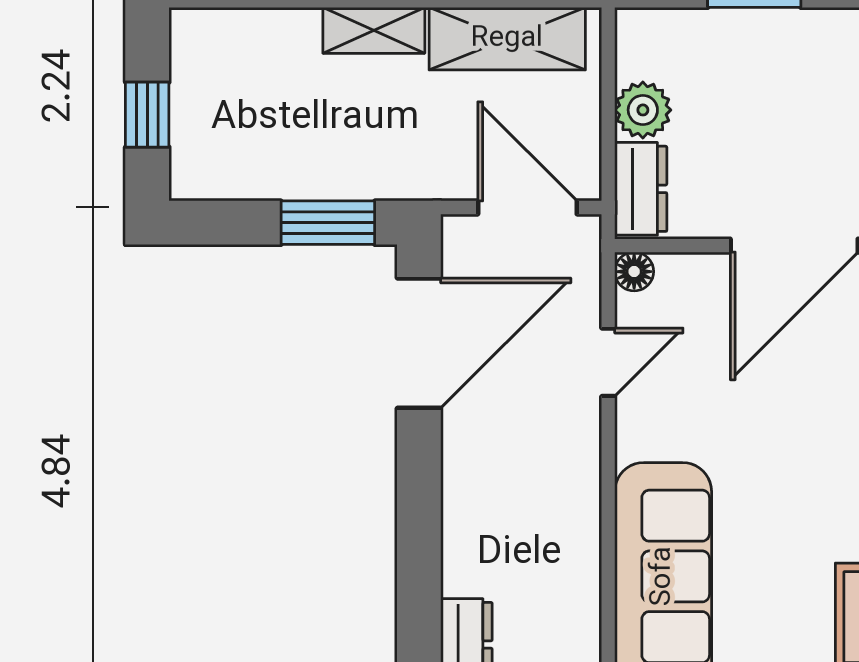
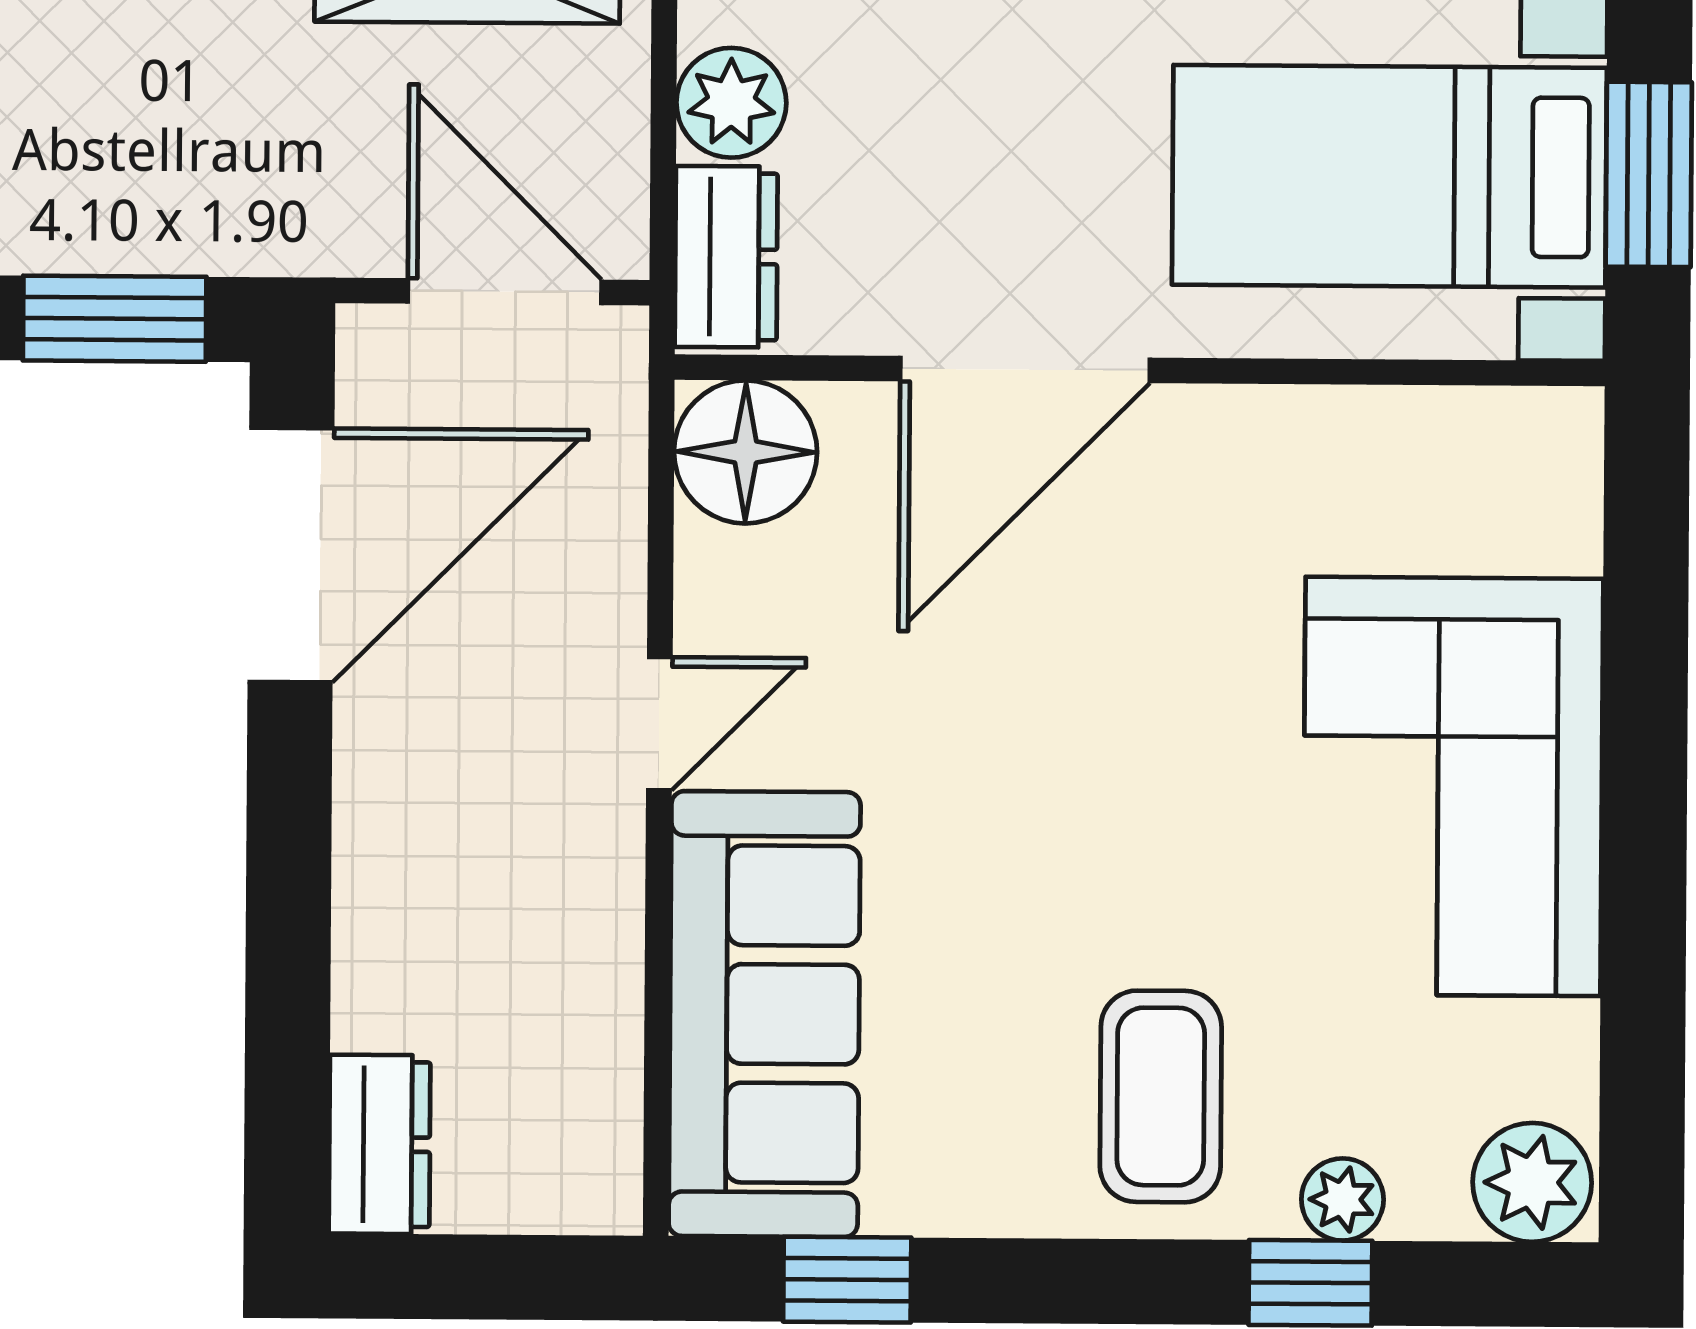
floor lamp: (634, 272) -> (746, 452), width x1.89, depth x1.89
door: (608, 362) -> (659, 724), moved

